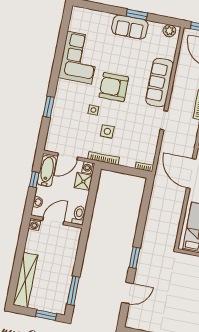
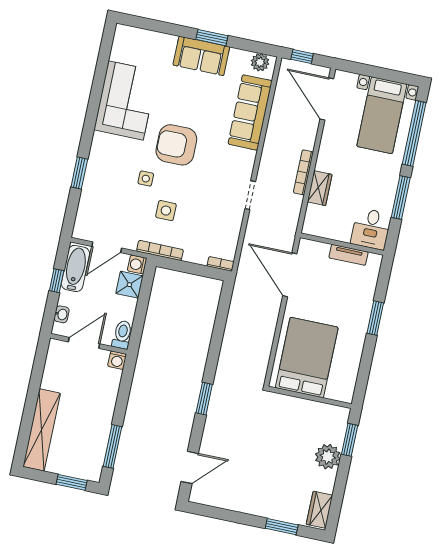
sofa: (160, 82) -> (250, 112), moved
washing machine: (34, 224) -> (117, 360), moved
door: (128, 293) -> (190, 467), moved

